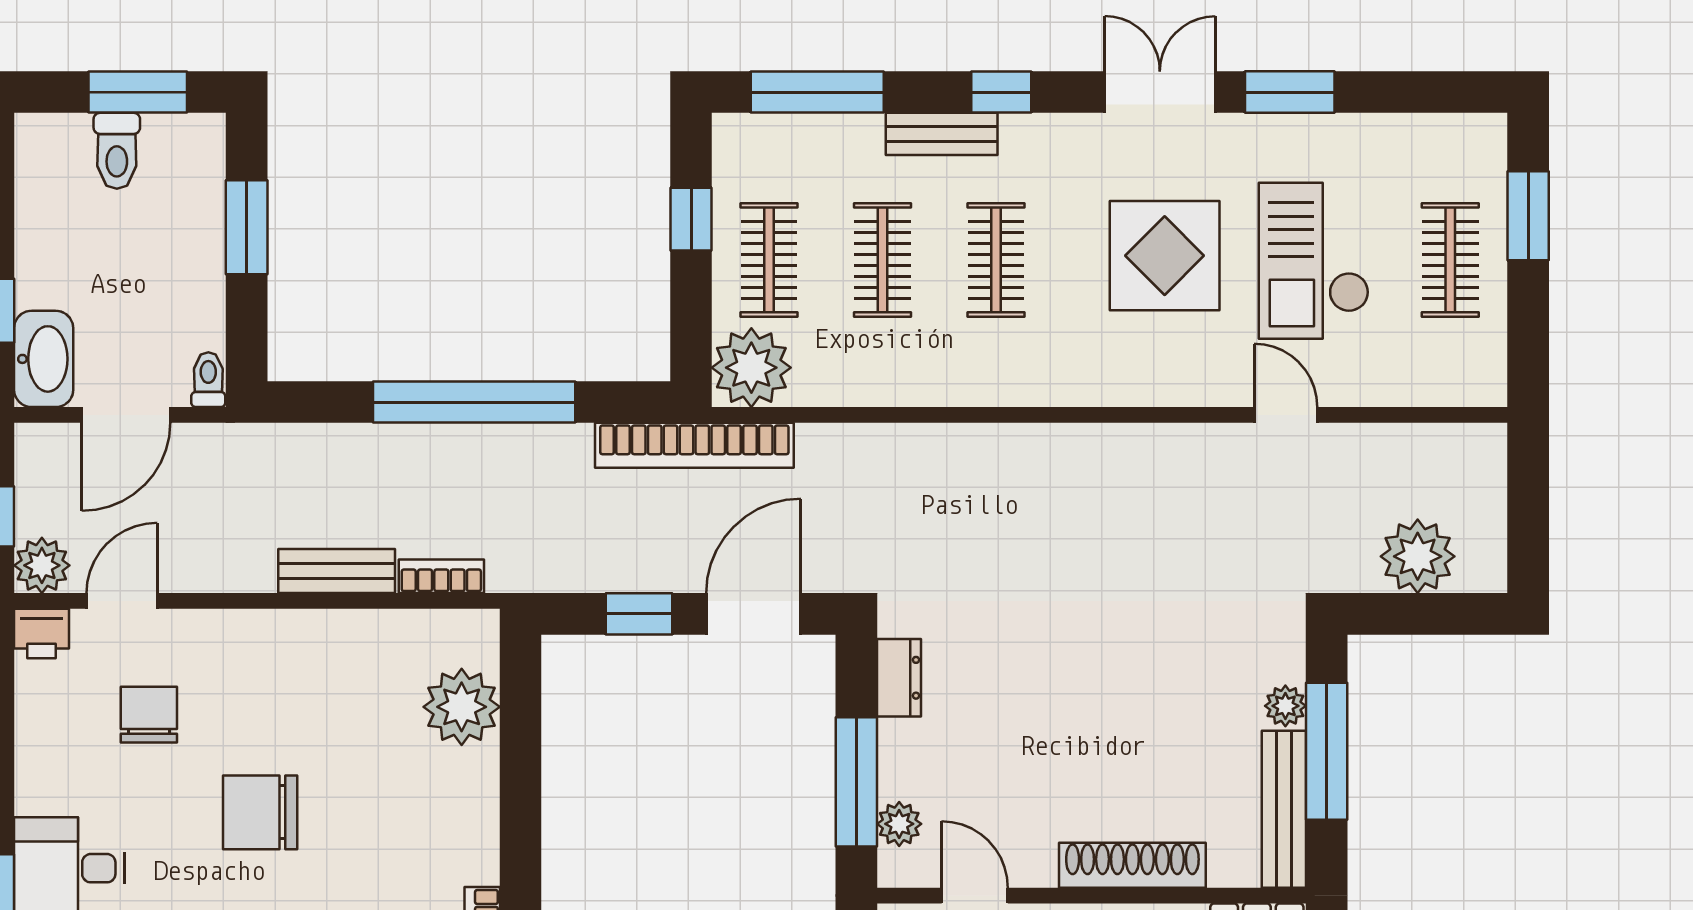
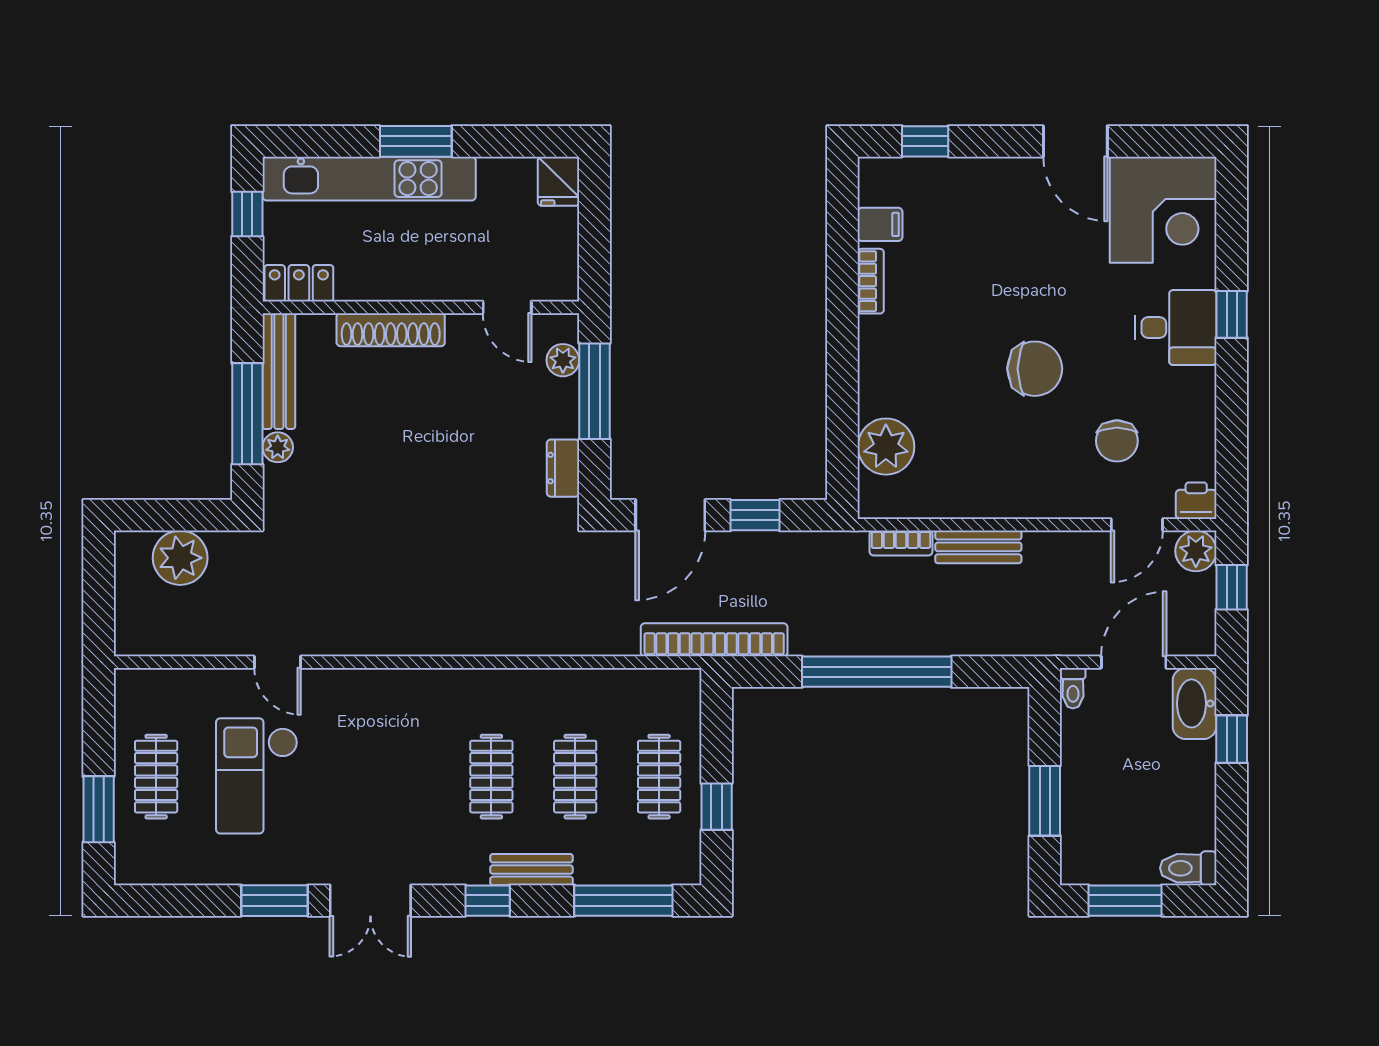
toilet: (117, 151) -> (1188, 868), moved, turned -90
display table: (1165, 256) -> (367, 780), removed
checkout: (1314, 261) -> (257, 776), turned 180
plant: (751, 368) -> (672, 697), removed

